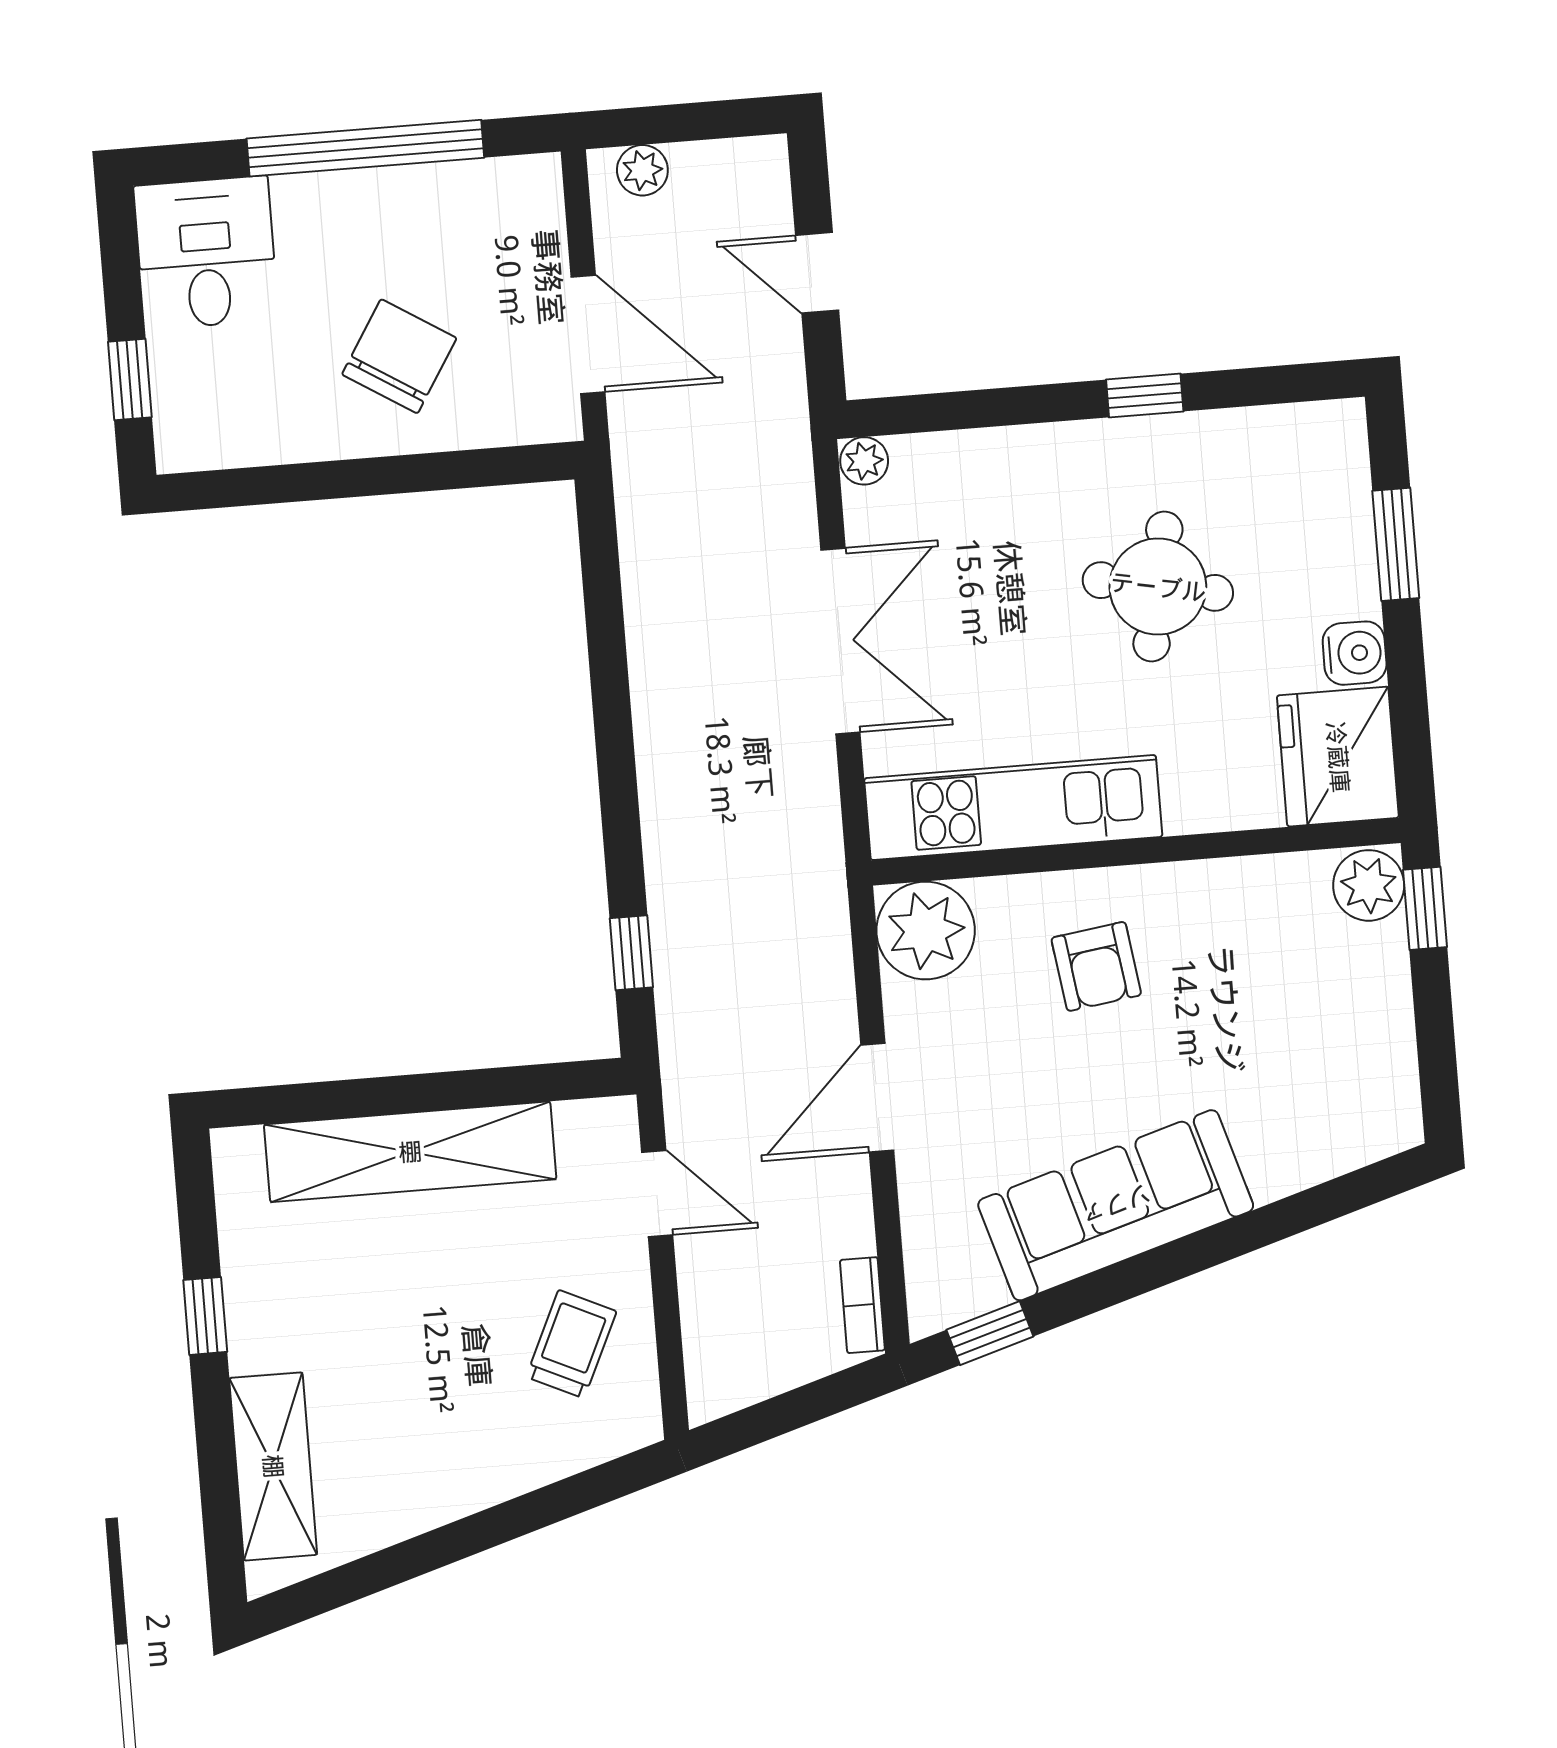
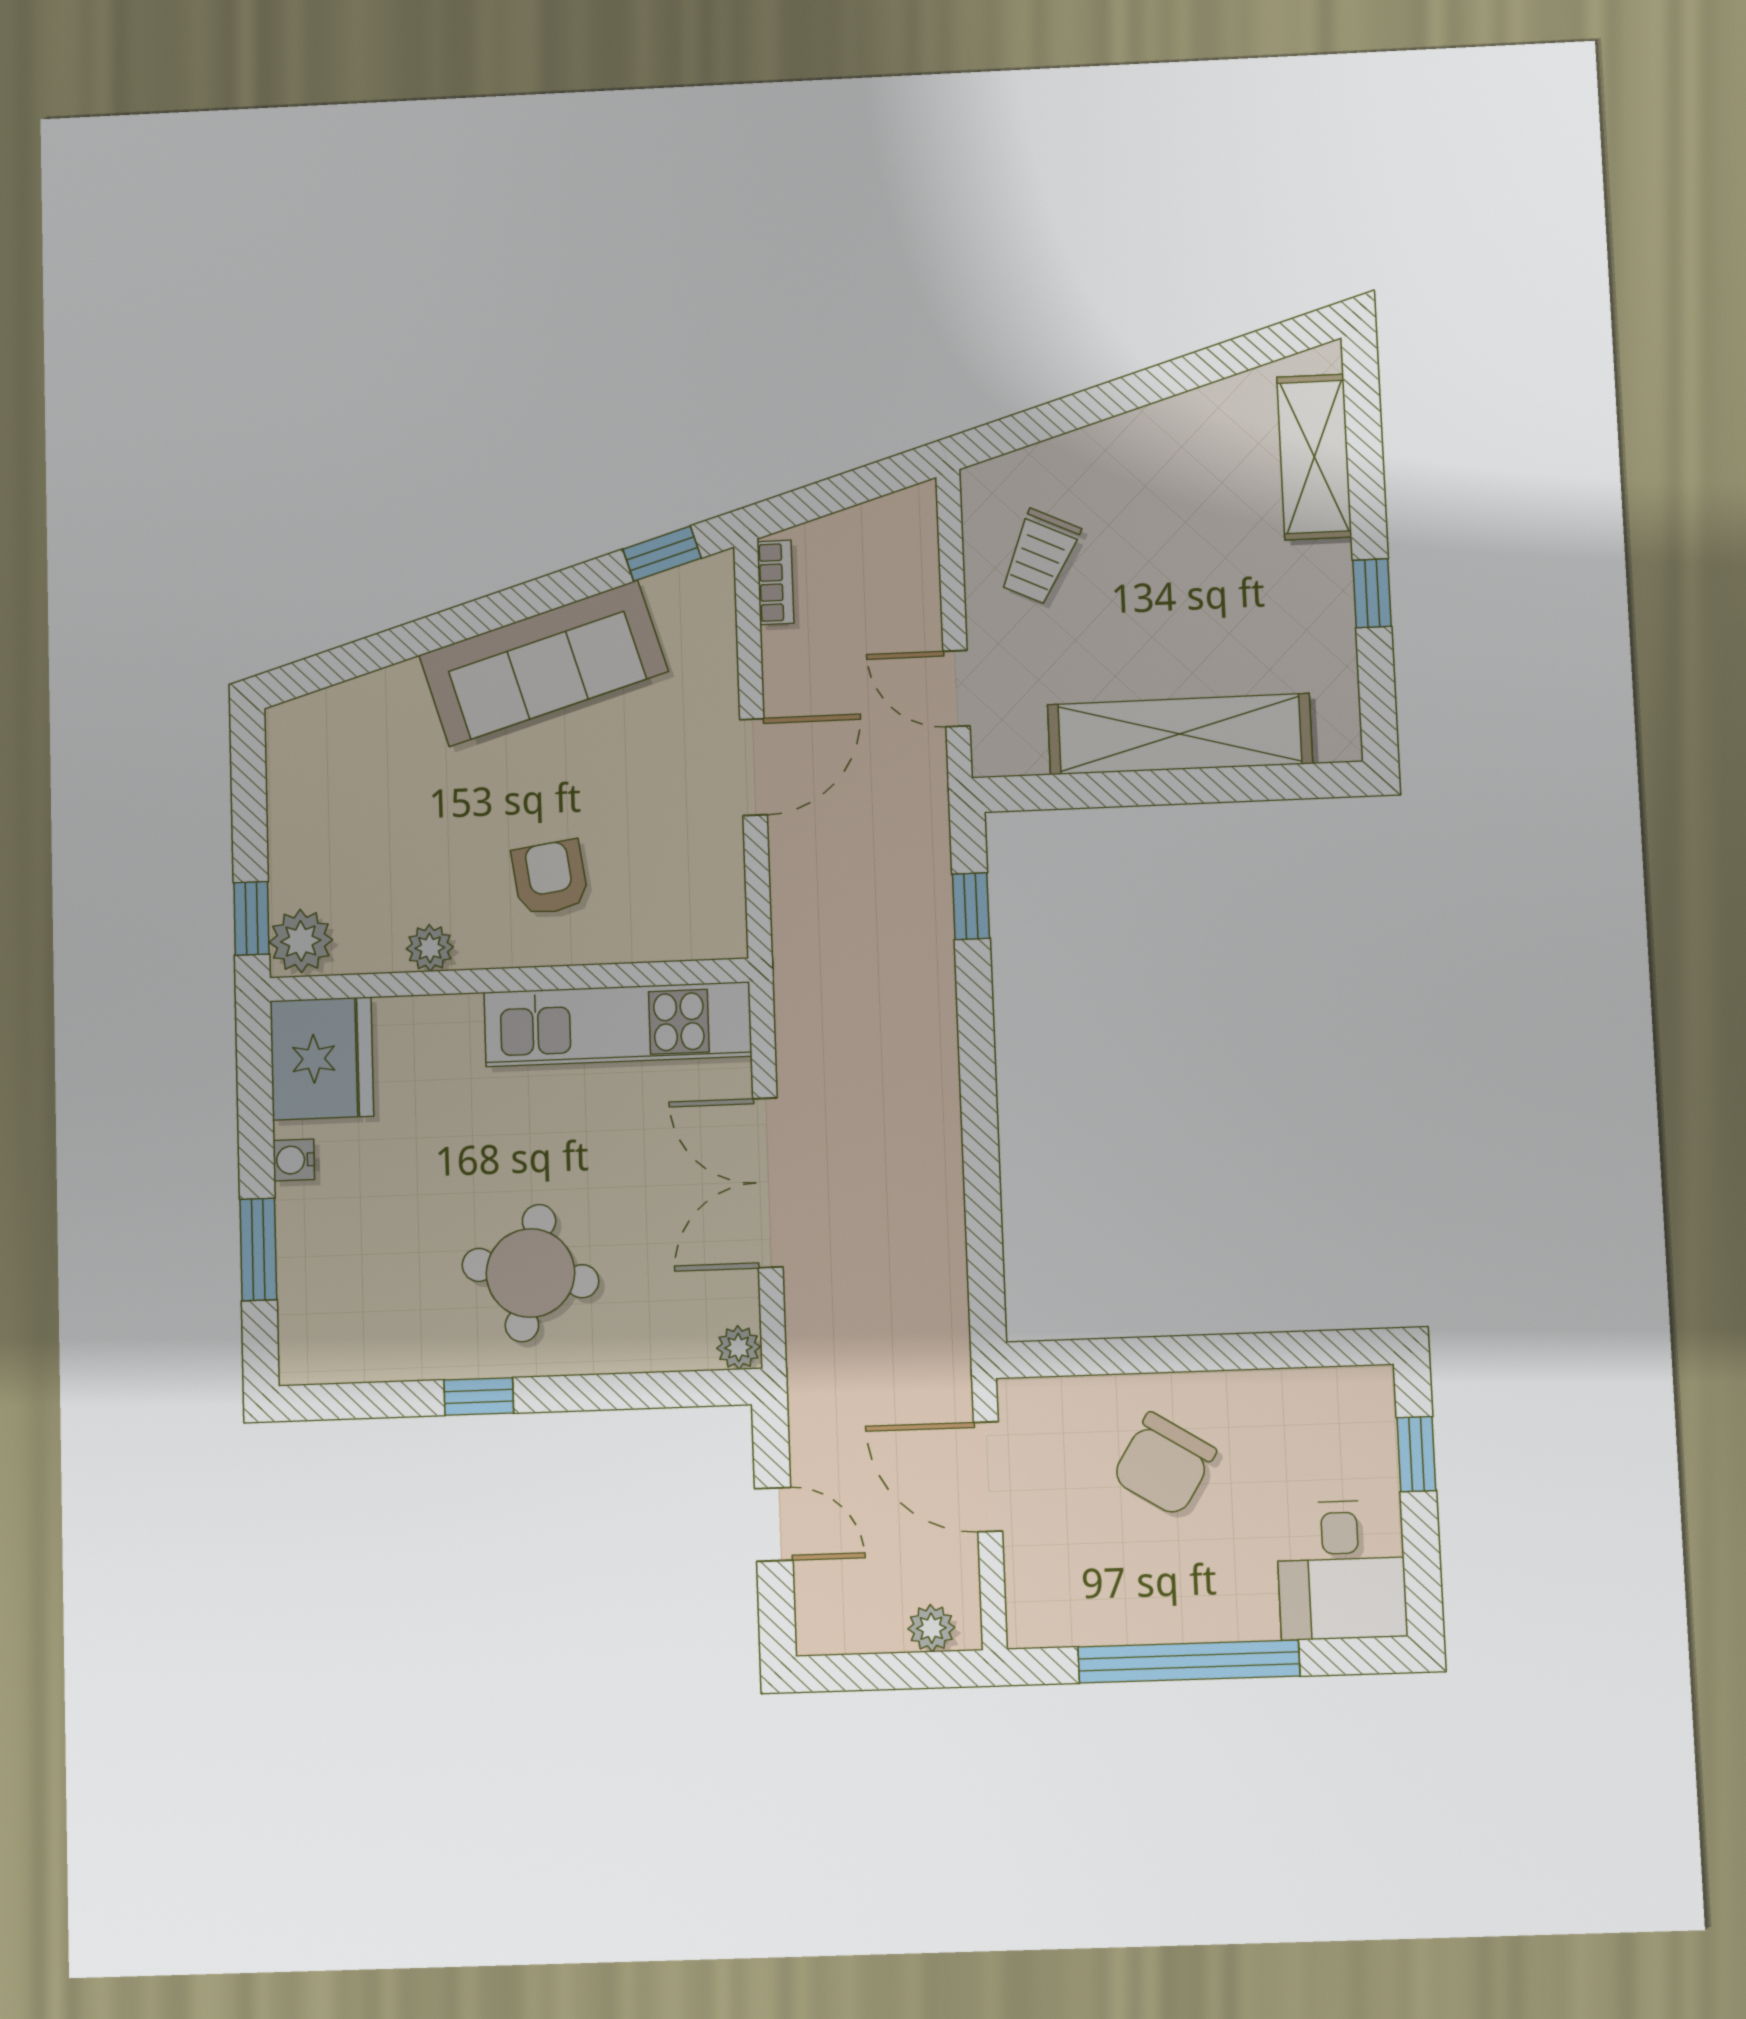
round table: (1158, 587) -> (530, 1273), moved
water cooler: (1355, 653) -> (294, 1160), width x0.72, depth x0.72
plant: (926, 931) -> (430, 948), moved, width x0.53, depth x0.53

